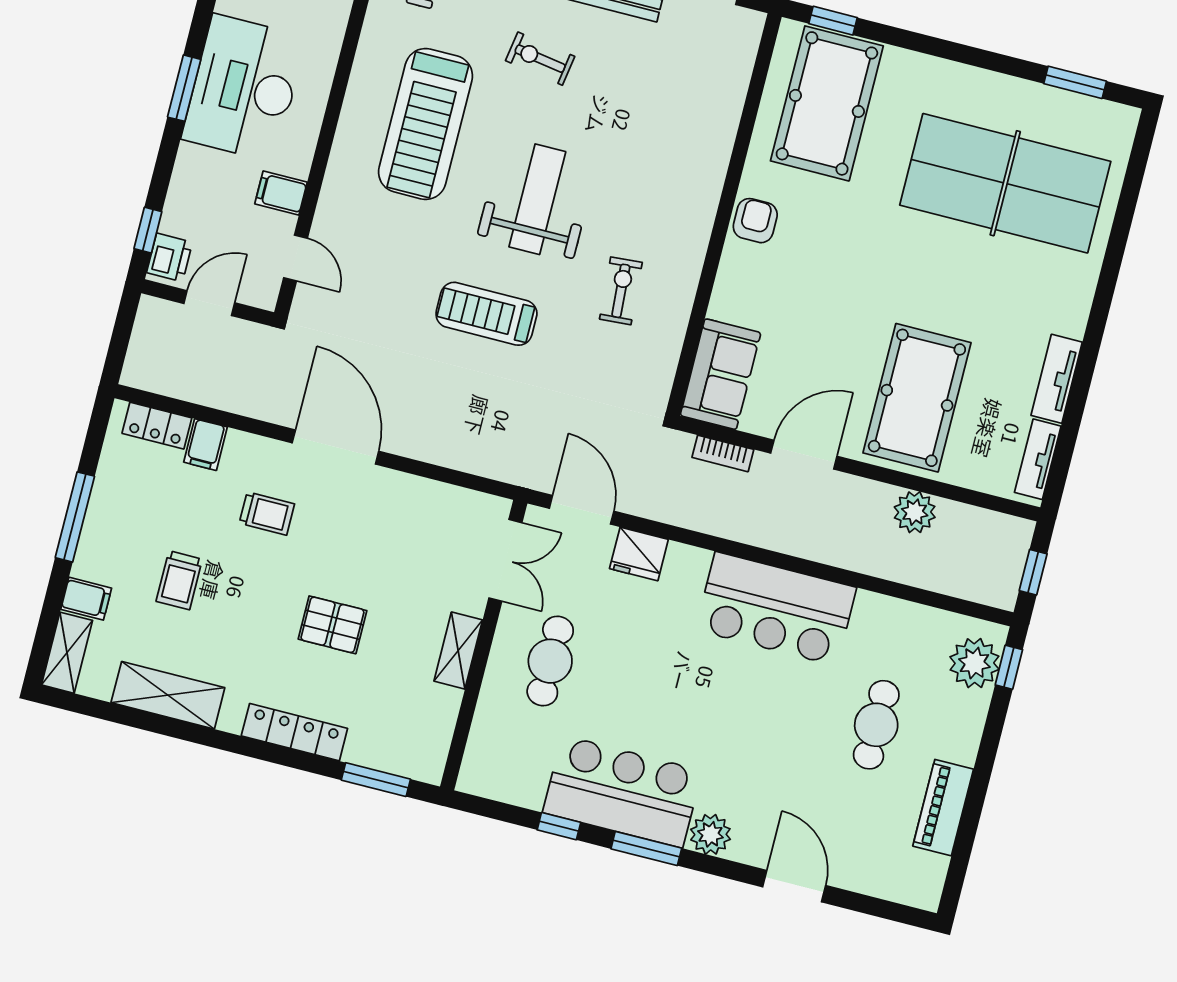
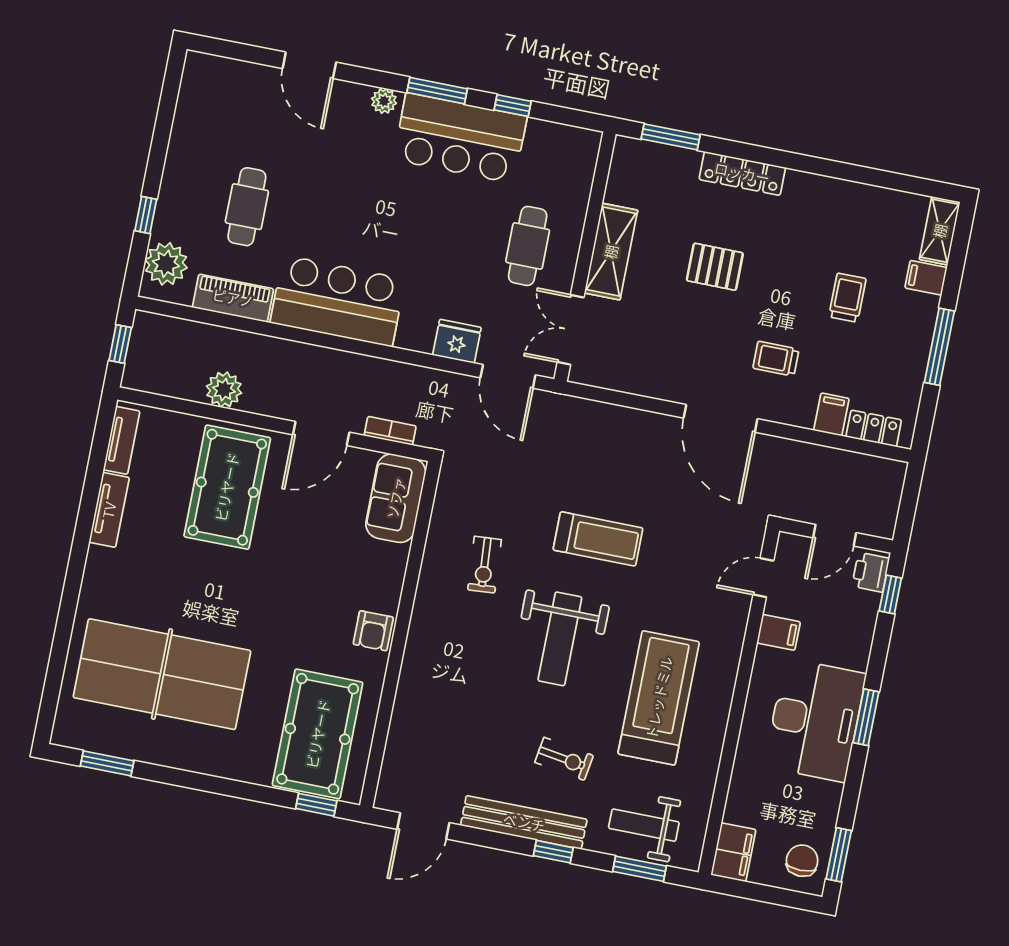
door: (295, 258) -> (763, 578), hinge flipped
shelving: (458, 651) -> (611, 252), width x1.50, depth x1.33
window: (1009, 667) -> (146, 215), moved
shelving: (168, 695) -> (852, 199), removed
piano: (943, 808) -> (233, 298), moved, turned -90
plant: (710, 834) -> (384, 101), width x0.73, depth x0.73

